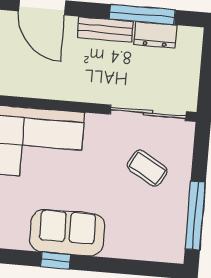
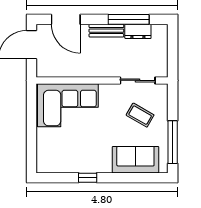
sliding door: (148, 113) -> (138, 80), width x0.73
sofa: (67, 233) -> (135, 160), moved

